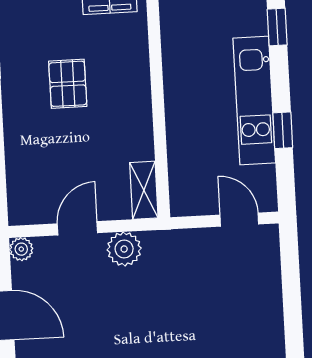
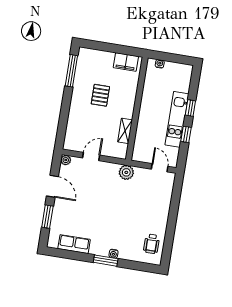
window: (277, 27) -> (190, 108), moved
shelving: (144, 190) -> (125, 131), moved
plant: (124, 249) -> (126, 172), moved

